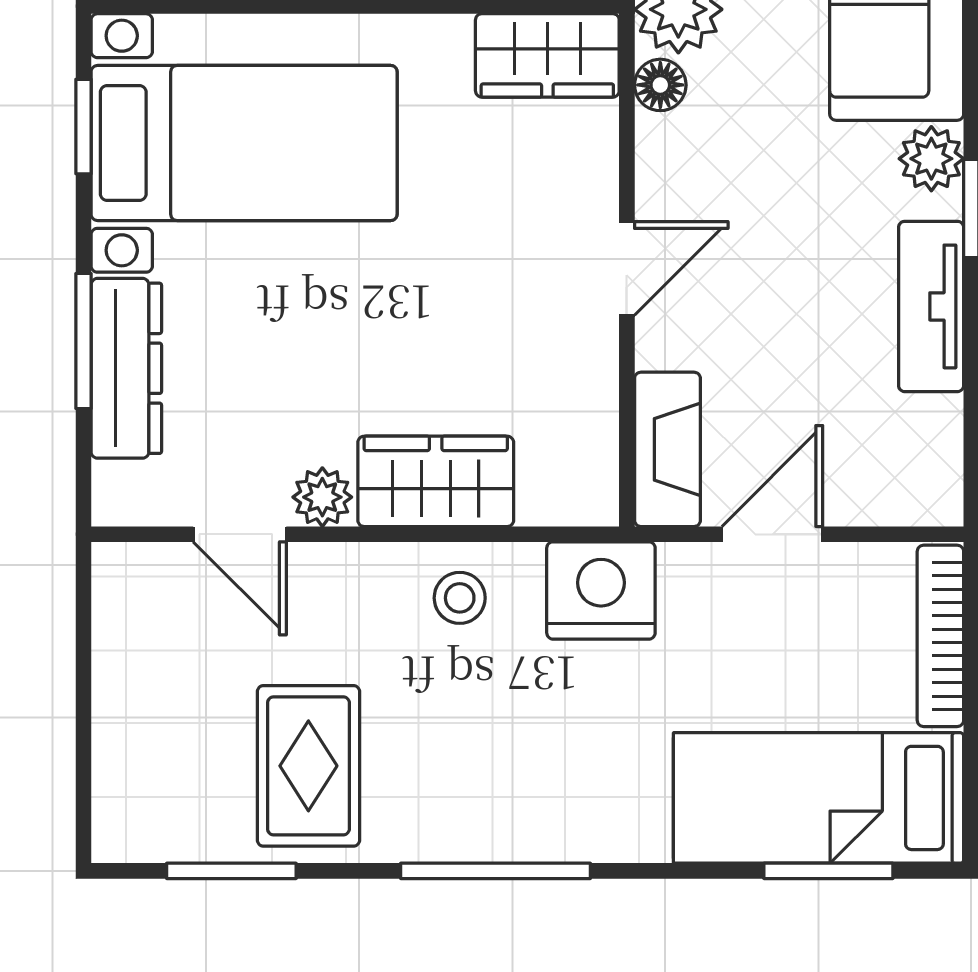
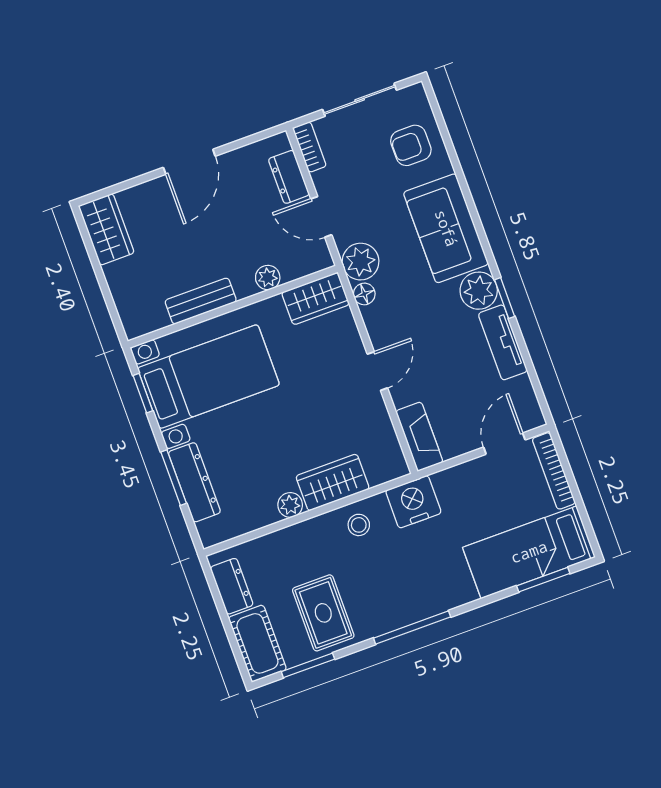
plant: (931, 159) -> (479, 291), width x1.38, depth x1.38
door: (240, 534) -> (263, 531), removed
door: (772, 534) -> (504, 444), moved
dresser: (125, 631) -> (232, 586), added
cot: (136, 781) -> (257, 643), added

